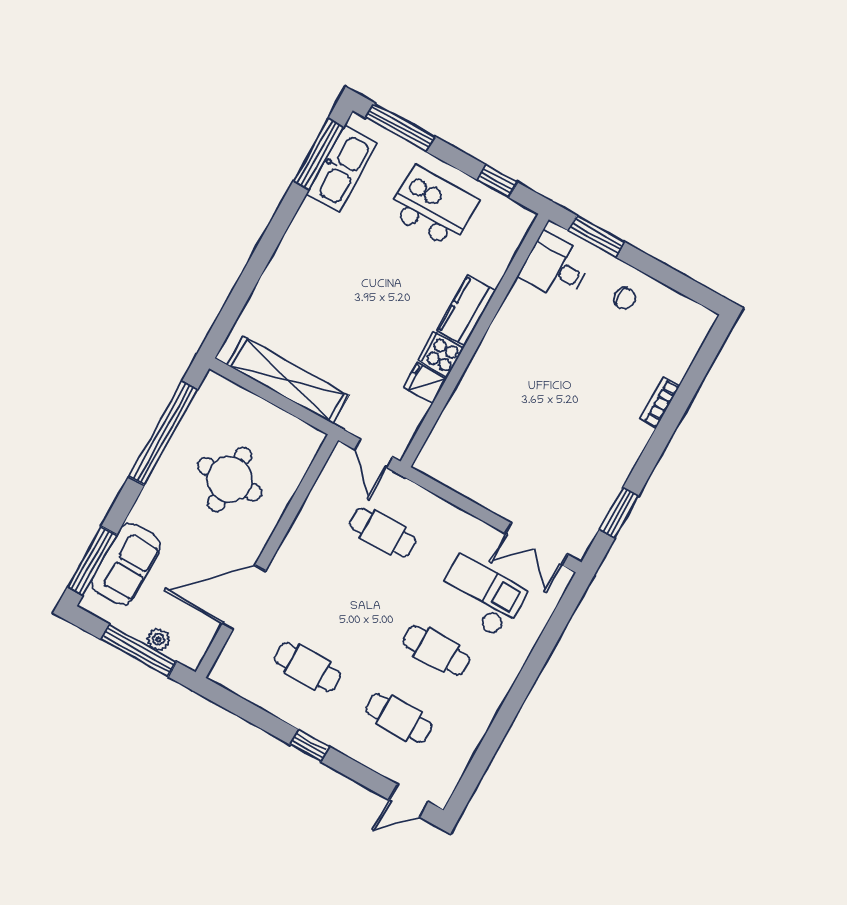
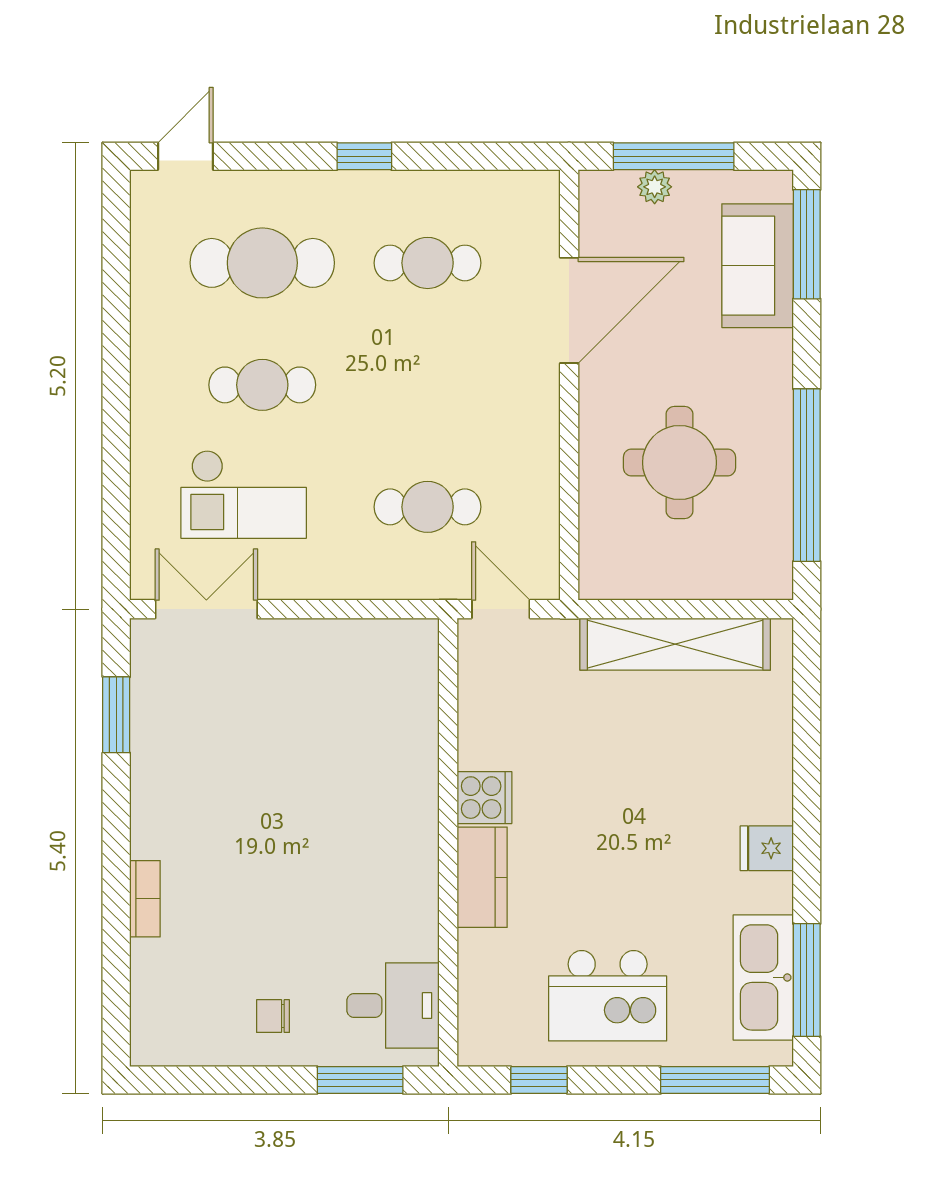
fridge: (425, 383) -> (767, 848), moved, turned 180
cafe table: (399, 718) -> (262, 263), width x1.37, depth x1.35

